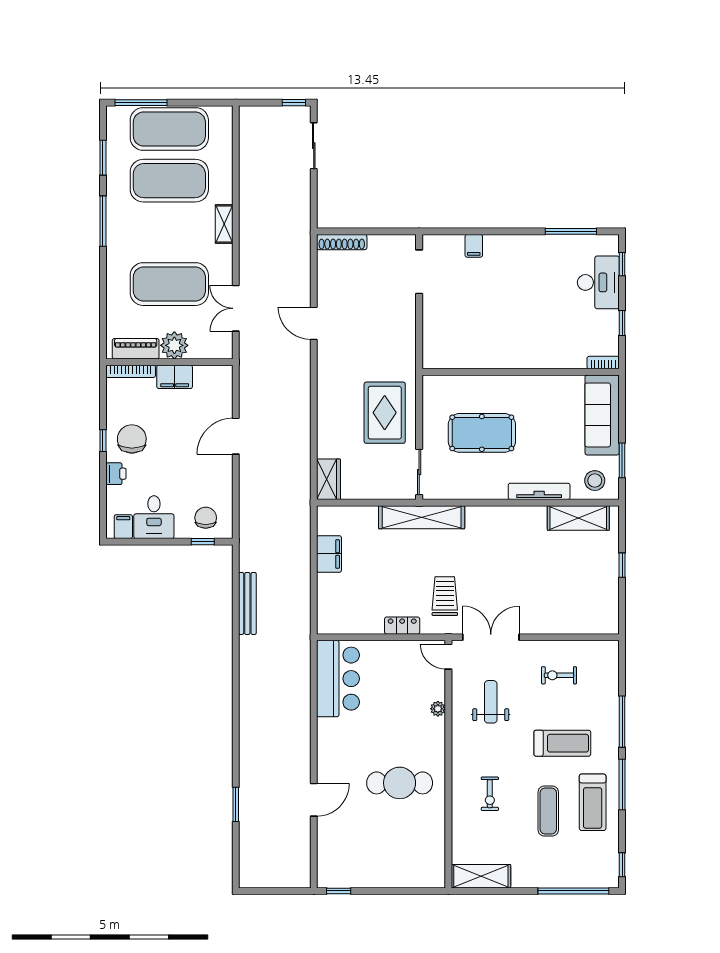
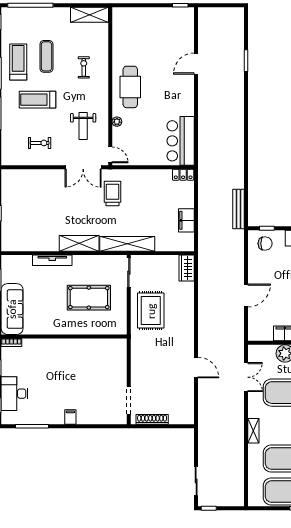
shoe rack: (342, 242) -> (152, 419), moved
filing cabinet: (474, 246) -> (70, 417), moved
stool: (595, 481) -> (17, 267), removed
chair: (206, 518) -> (265, 244), turned -90
shelving: (578, 518) -> (79, 243), moved
trolley: (445, 596) -> (112, 193), turned 180
bench: (247, 603) -> (238, 209), moved
locker: (402, 626) -> (183, 175), moved
cafe table: (400, 783) -> (130, 87), moved, turned 90

